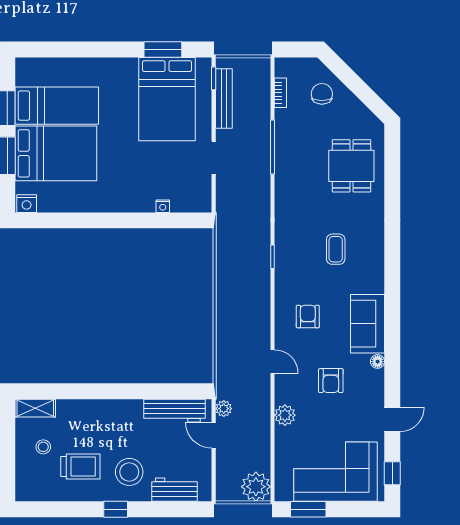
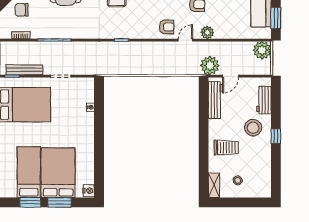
armchair: (308, 317) -> (167, 27), moved, turned 180
plant: (224, 409) -> (210, 66), width x1.87, depth x1.87
plant: (285, 415) -> (207, 32), moved
trolley: (80, 466) -> (226, 148), moved, turned 90

